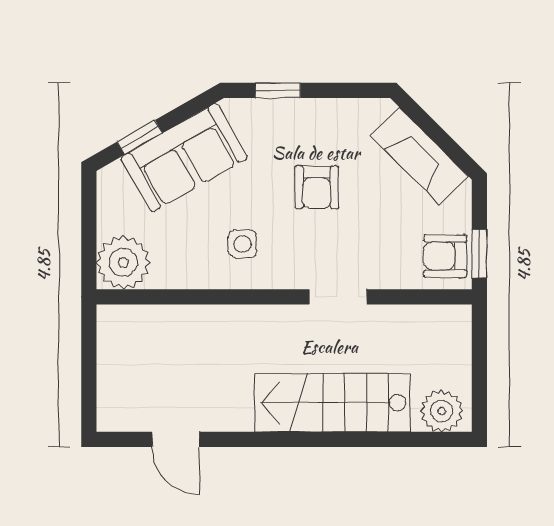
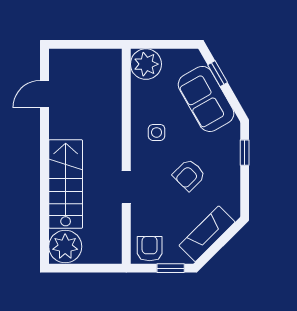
armchair: (317, 187) -> (189, 175), turned -45
window: (479, 254) -> (171, 268), moved
plant: (442, 411) -> (65, 247), width x1.36, depth x1.36

